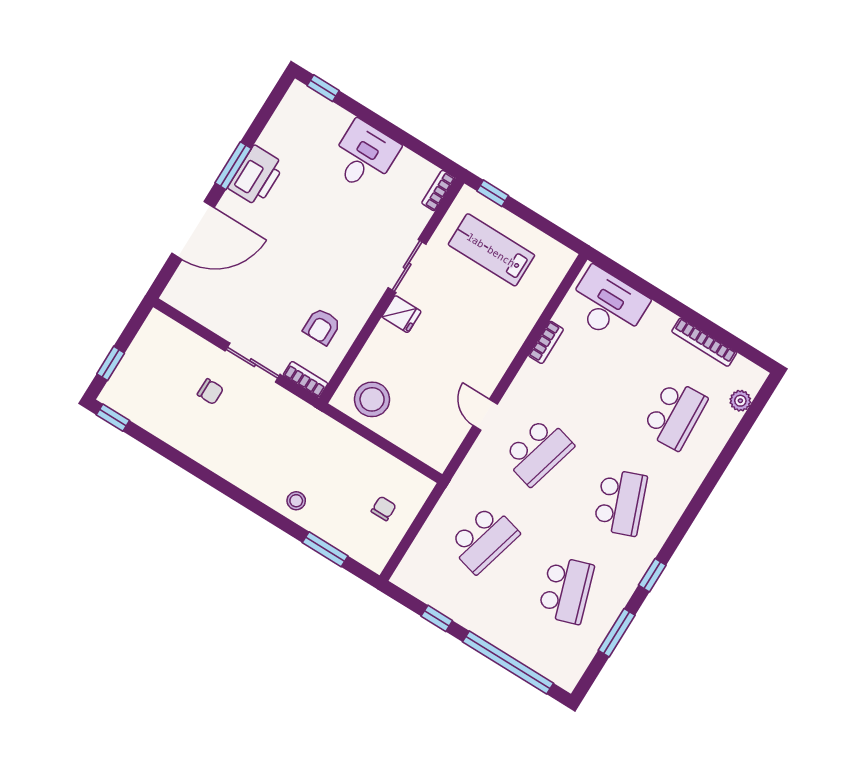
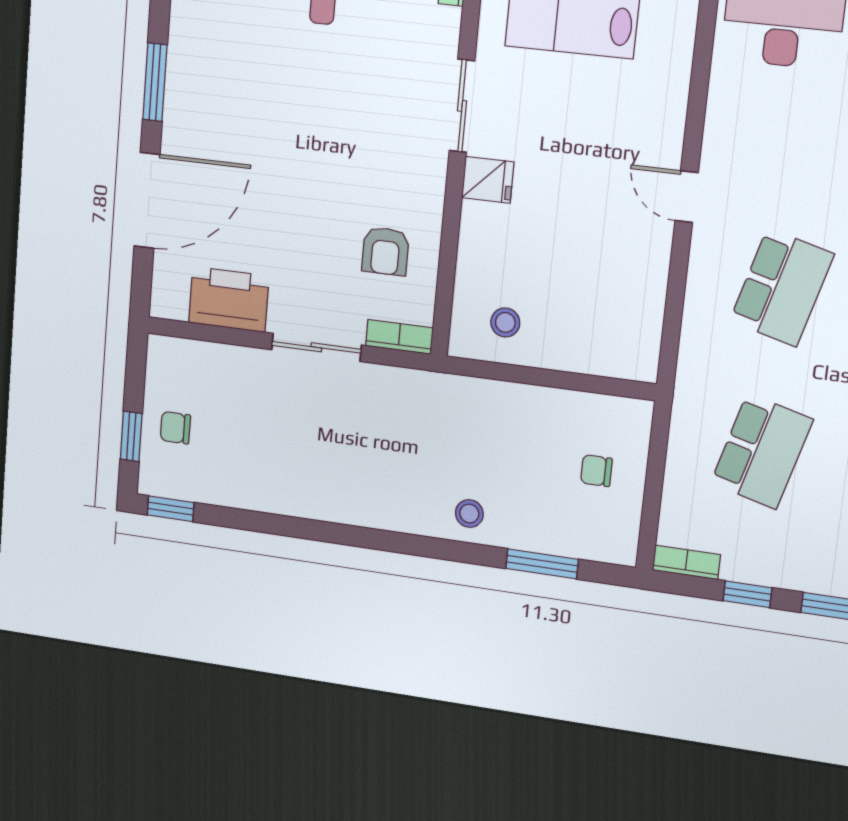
printer: (256, 176) -> (229, 299), moved, turned -90
bookcase: (546, 342) -> (686, 562), moved, turned -90
chair: (210, 392) -> (175, 428), moved, turned 180
stool: (372, 399) -> (505, 322), width x0.53, depth x0.53
door: (485, 415) -> (687, 197), moved
chair: (384, 508) -> (596, 471), turned -90

